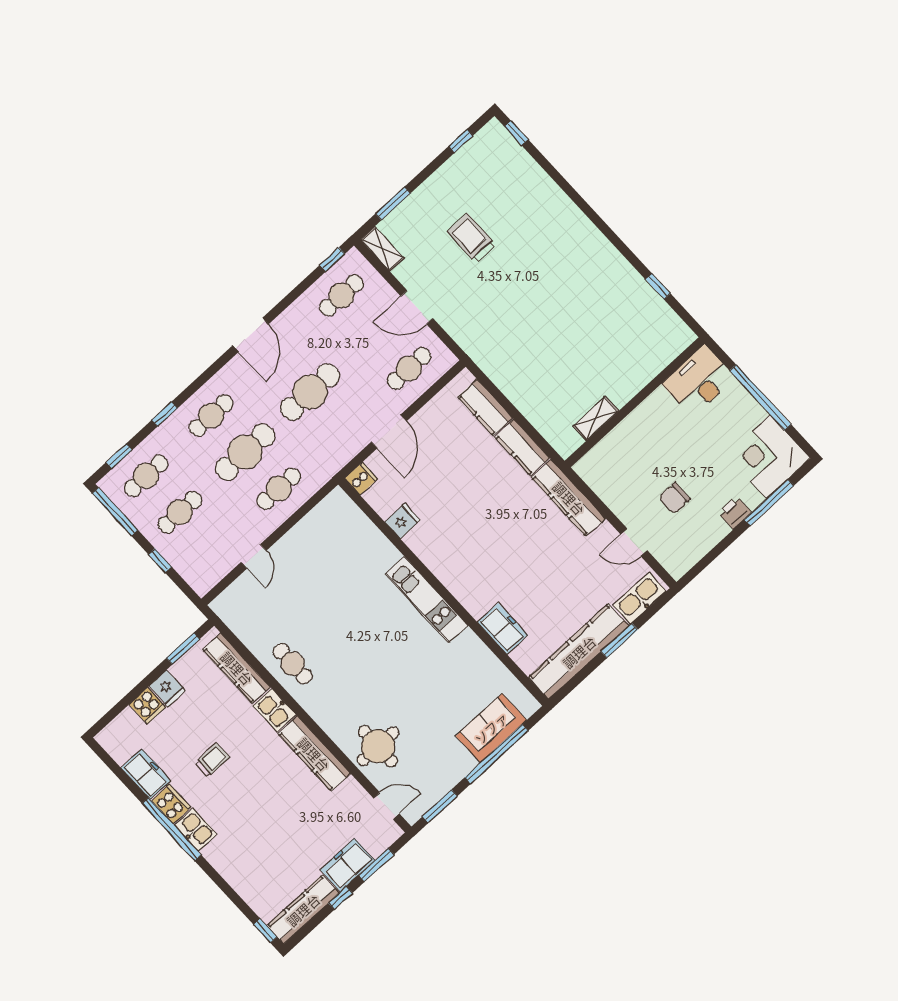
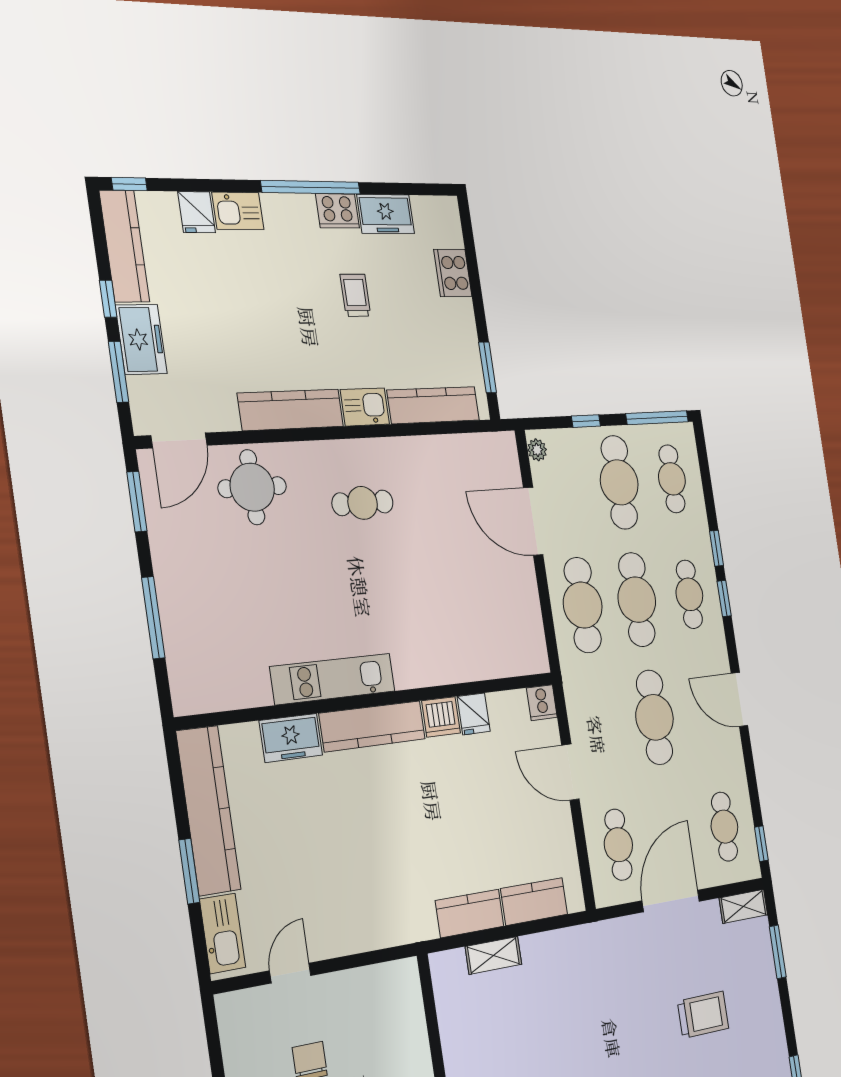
door: (417, 307) -> (671, 901), width x1.36
shelving: (596, 418) -> (494, 955), moved, turned 90
window: (119, 456) -> (724, 599), moved
cafe table: (279, 489) -> (583, 605), width x1.37, depth x1.35
kitchen counter: (569, 498) -> (373, 726), moved, turned 180
cafe table: (180, 512) -> (619, 482), width x1.37, depth x1.35
dishwasher: (420, 541) -> (441, 717), added
door: (254, 556) -> (533, 521), width x1.87
plant: (207, 582) -> (537, 450), added
kitchen unit: (426, 600) -> (333, 679), moved
cafe table: (293, 664) -> (363, 503), moved
fridge: (167, 688) -> (197, 212), moved, turned -90
cooker: (147, 706) -> (453, 273), width x1.36
sofa: (491, 728) -> (188, 635), removed
window: (497, 754) -> (153, 618), width x0.68
trolley: (212, 760) -> (355, 295), turned 180
door: (386, 806) -> (179, 440), width x1.38
kitchen sink: (196, 830) -> (238, 211), moved

